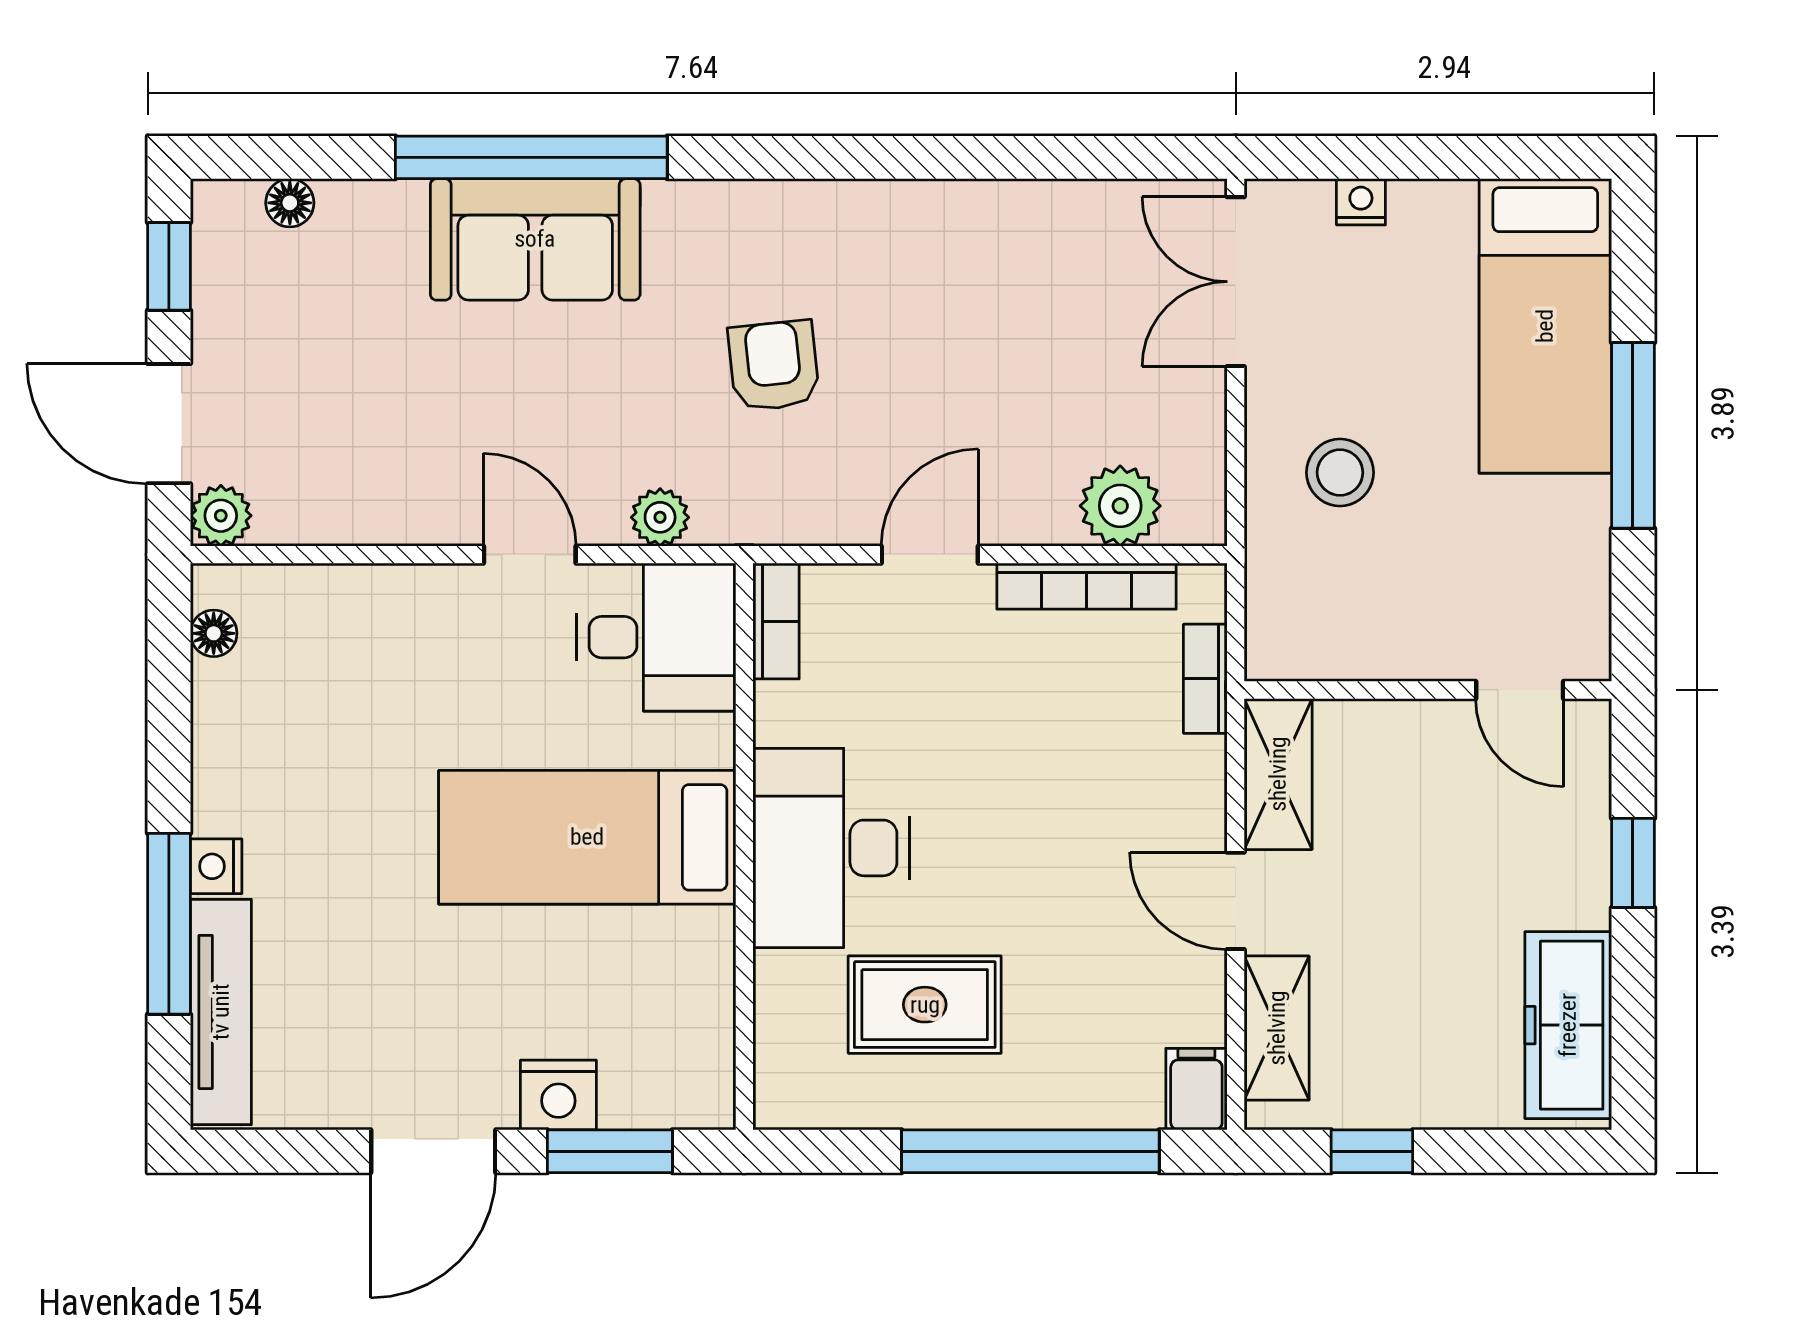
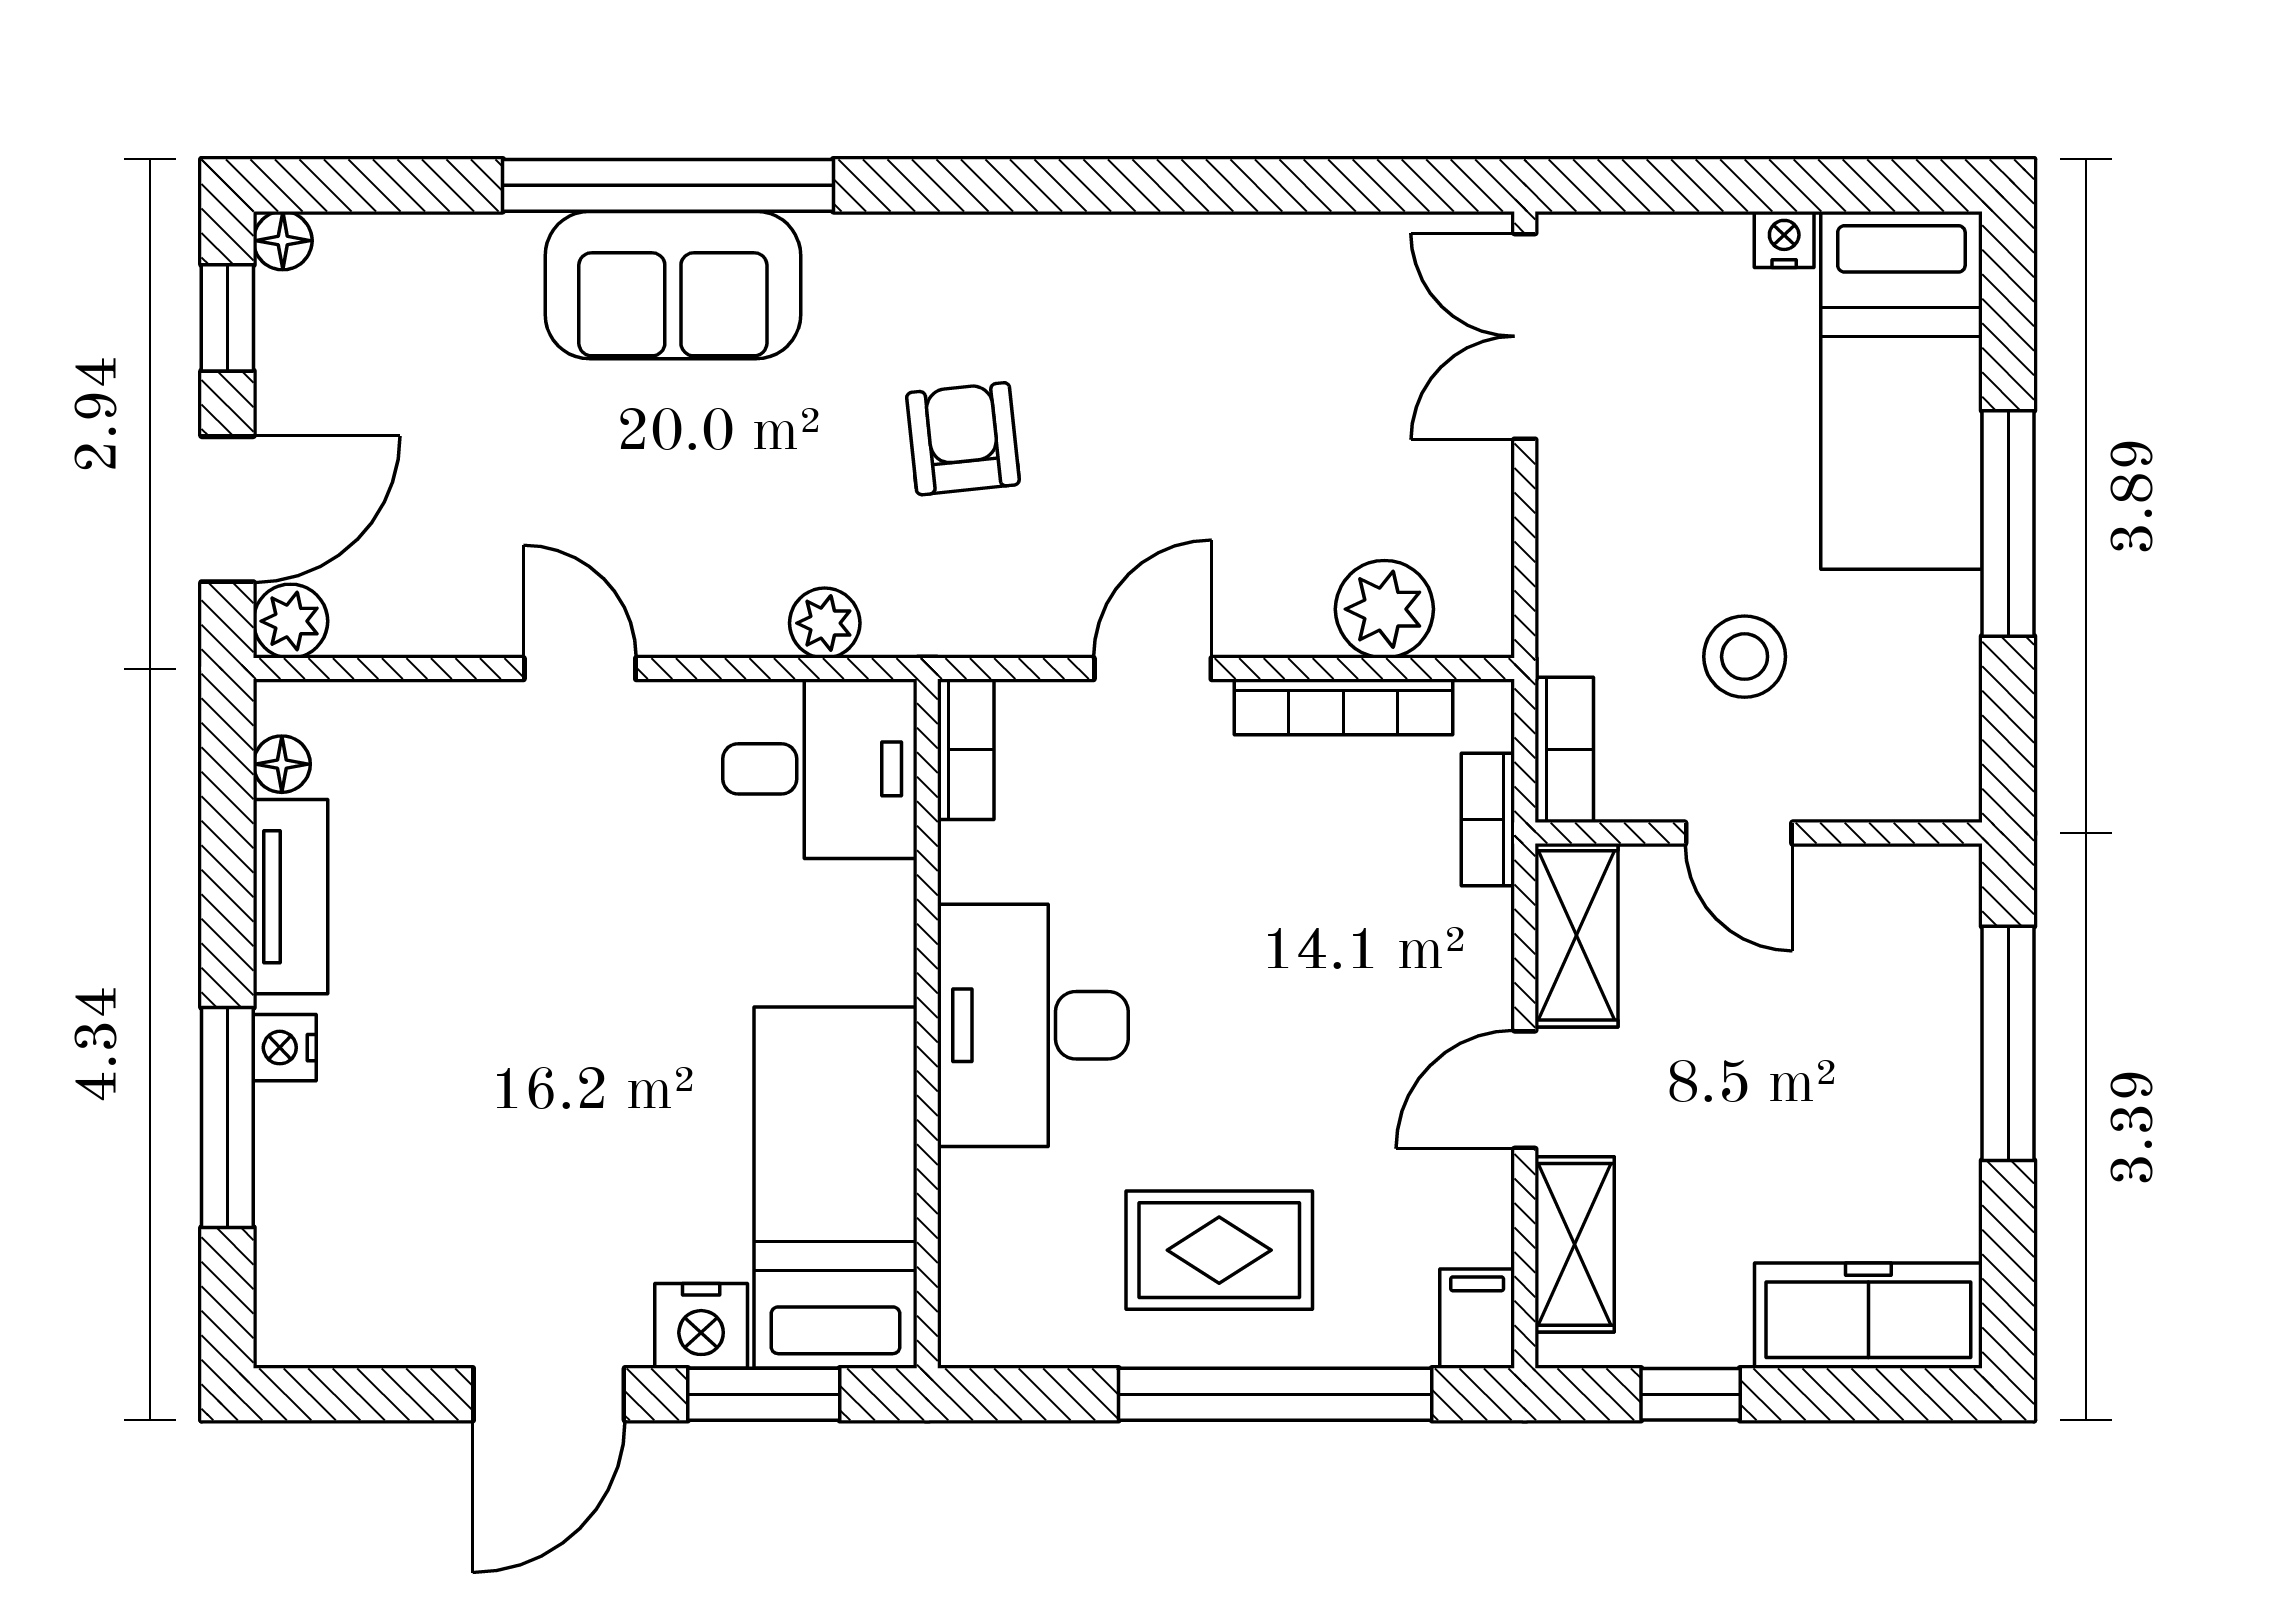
nightstand: (1361, 202) -> (1784, 239), moved
floor lamp: (290, 203) -> (283, 241), moved
door: (169, 424) -> (227, 509), swing flipped
stool: (1340, 473) -> (1745, 657), moved
door: (530, 555) -> (580, 669), moved
bookcase: (1268, 622) -> (1564, 750), added
door: (1520, 690) -> (1739, 833), moved
bed: (587, 837) -> (836, 1188), moved, turned 90
window: (1633, 863) -> (2008, 1043), width x2.17
door: (1236, 901) -> (1525, 1090), hinge flipped
rug: (925, 1005) -> (1219, 1250), moved
tv unit: (221, 1012) -> (291, 897), moved, width x0.71
freezer: (1568, 1025) -> (1868, 1316), moved, turned 90

